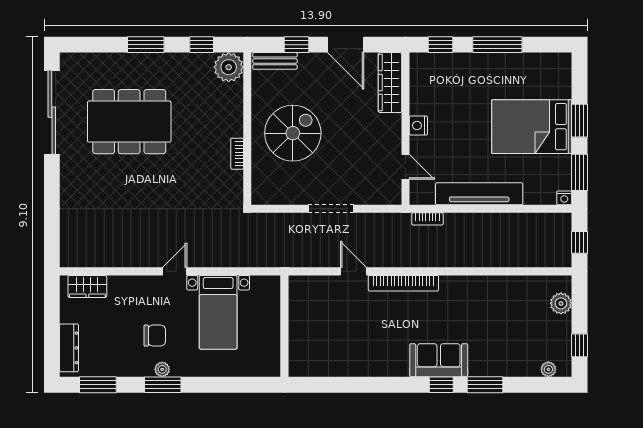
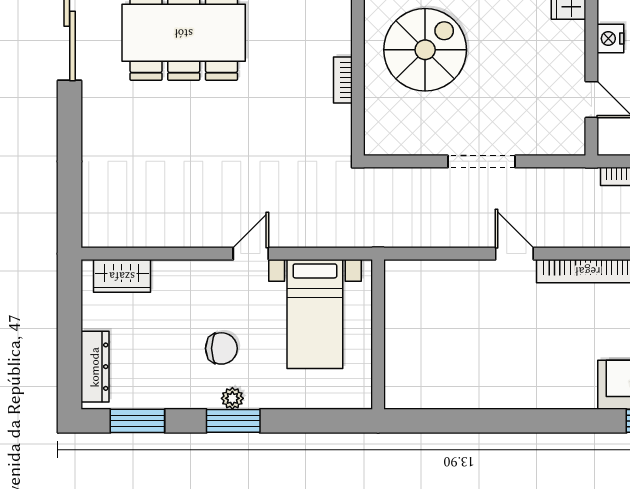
wall: (284, 326) -> (378, 334), moved

